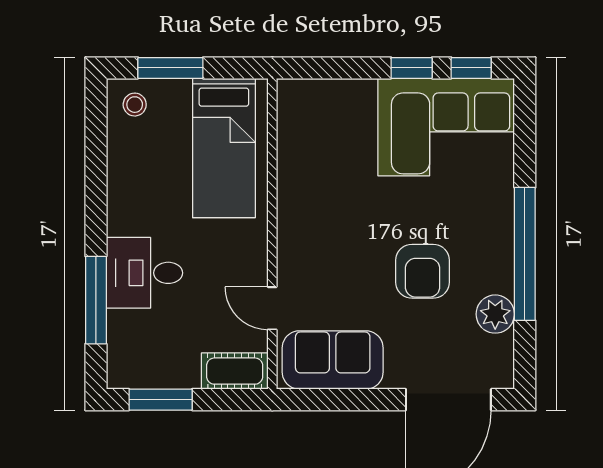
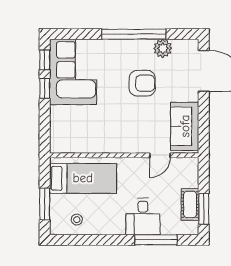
stool: (135, 105) -> (77, 220), moved
cot: (235, 371) -> (190, 204), moved

